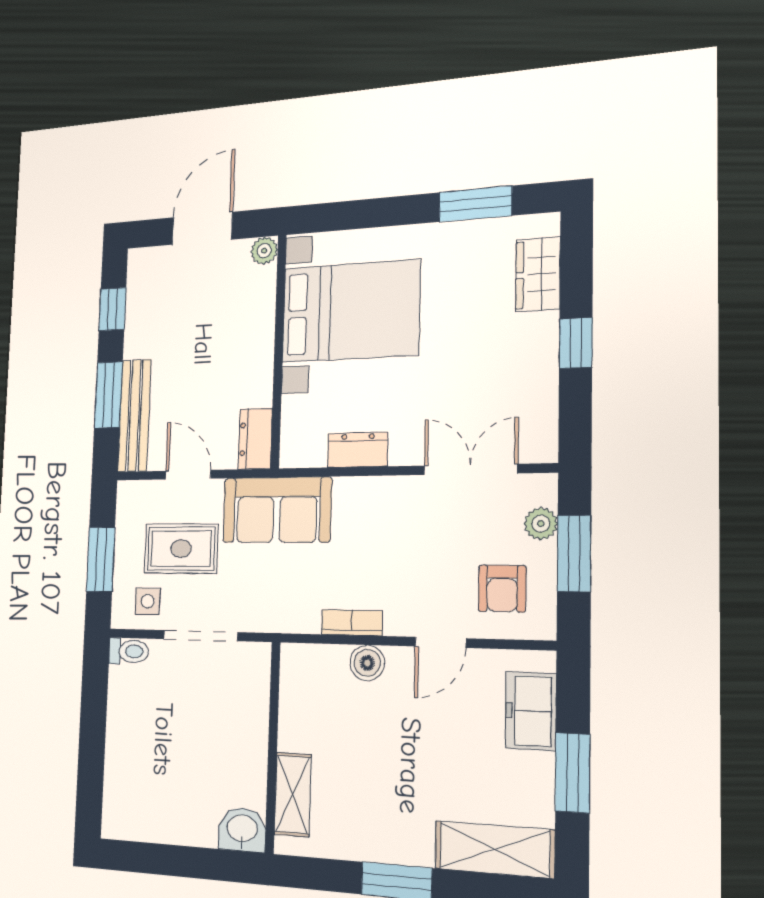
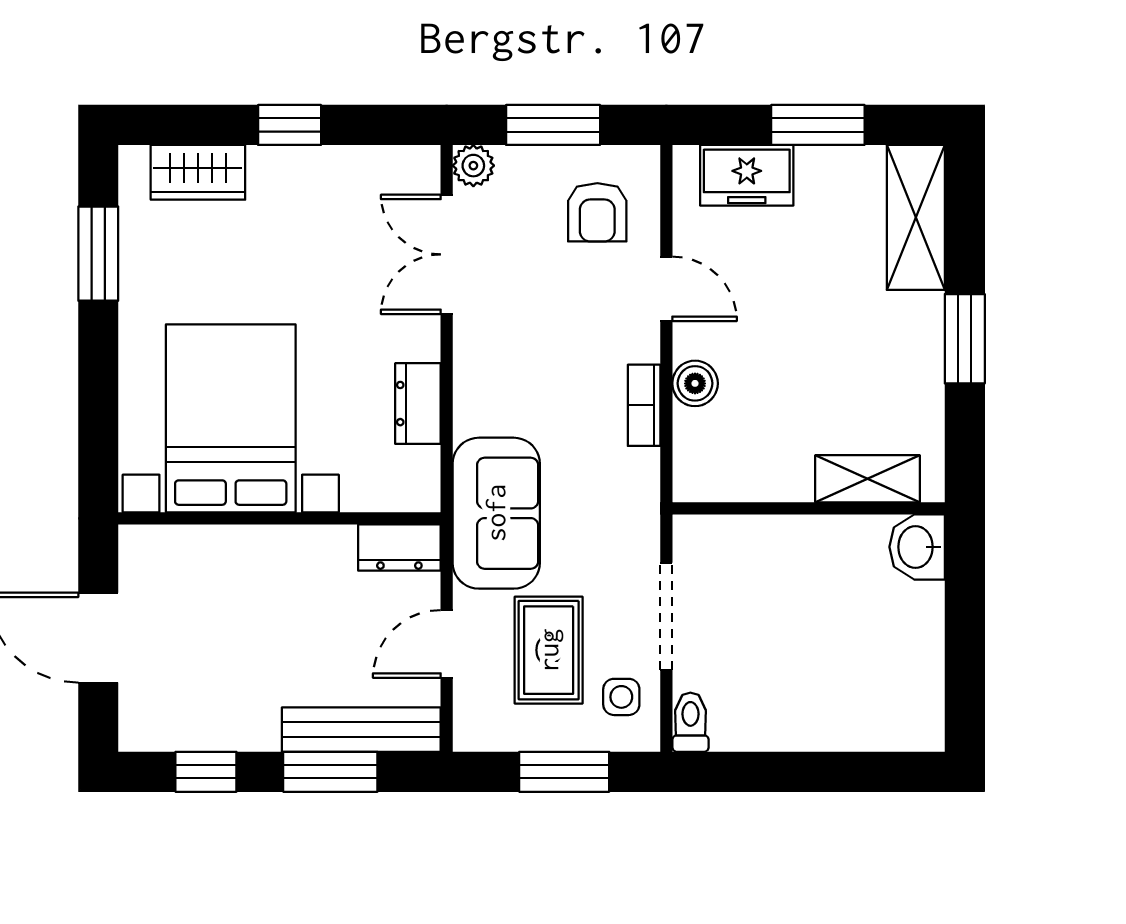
plant: (264, 251) -> (138, 544), removed
plant: (541, 524) -> (473, 166), moved
armchair: (502, 588) -> (597, 212), turned 90

